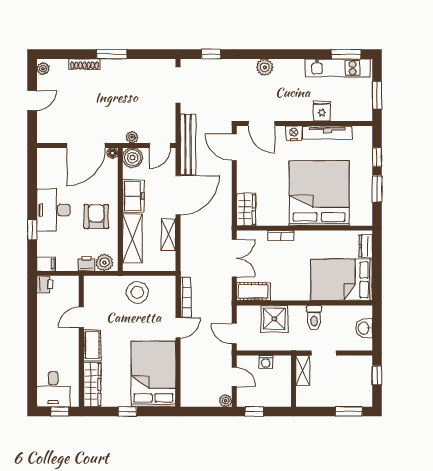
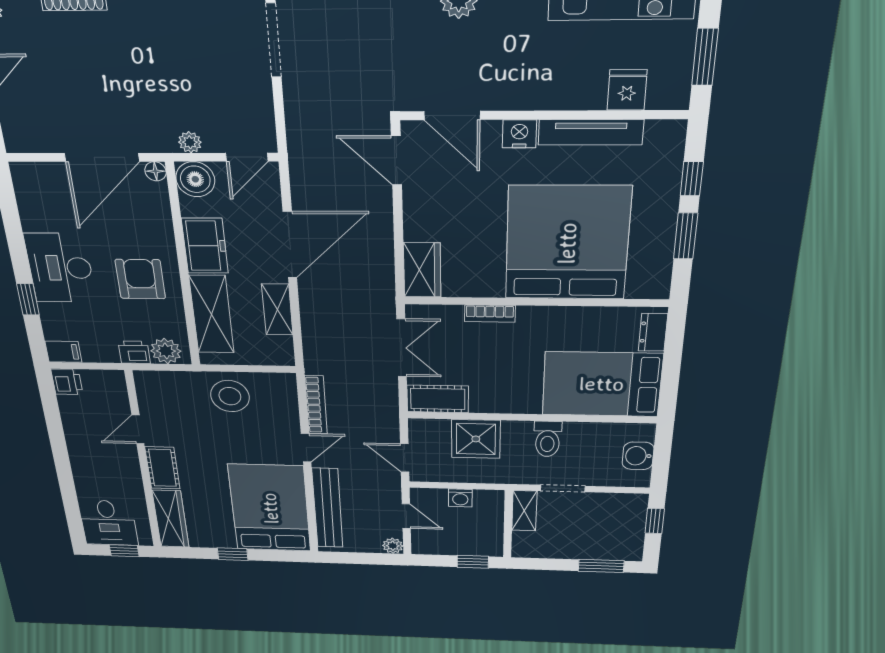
fridge: (322, 111) -> (627, 90), moved
bench: (188, 144) -> (328, 508), moved
window: (254, 411) -> (473, 562), moved

